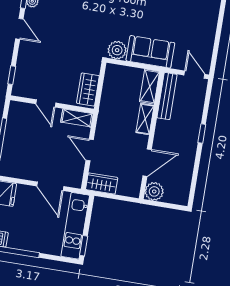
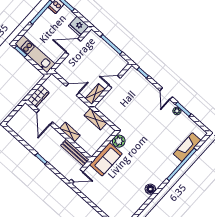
door: (19, 29) -> (166, 94), hinge flipped
shelving: (150, 87) -> (95, 119), moved
wardrobe: (88, 89) -> (107, 110), removed
wardrobe: (102, 184) -> (38, 96), moved
door: (50, 186) -> (73, 46), moved
plant: (154, 191) -> (26, 111), removed

